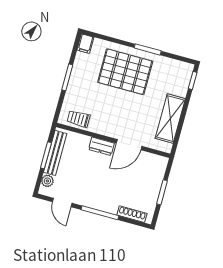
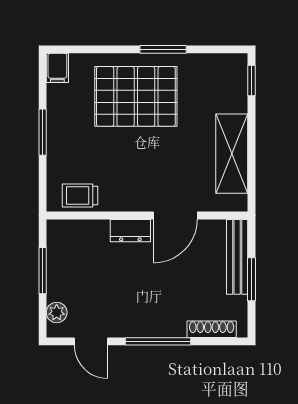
bench: (55, 153) -> (237, 257), moved

